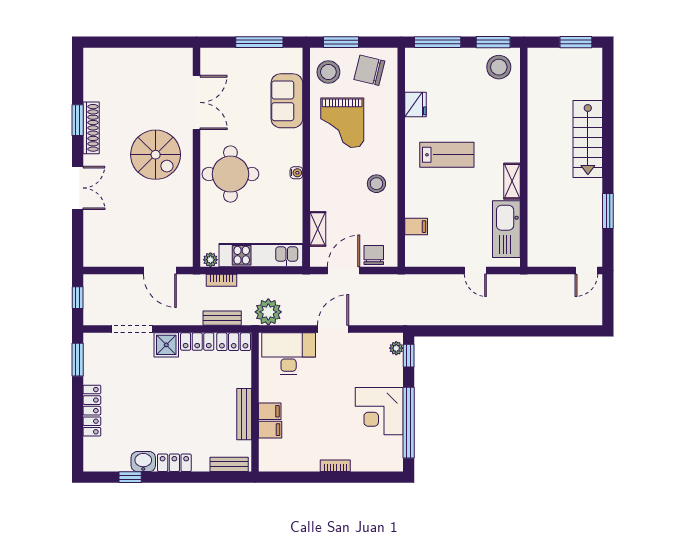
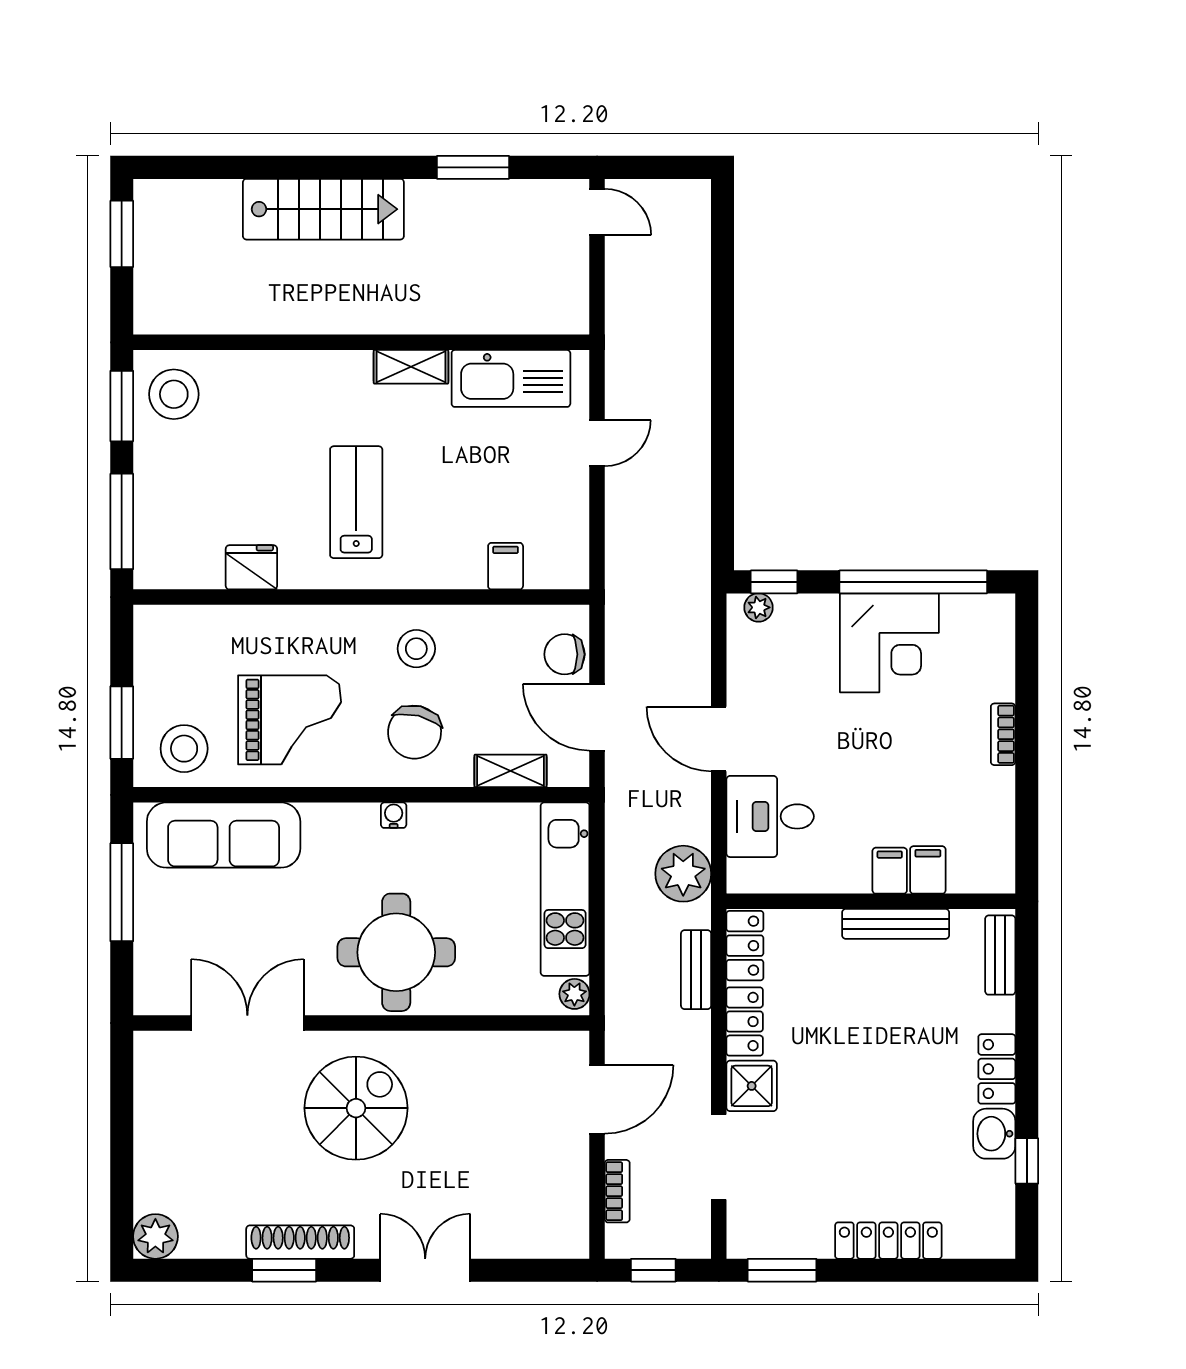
plant: (94, 58) -> (155, 1236), added
chair: (369, 70) -> (415, 732), moved
sofa: (287, 101) -> (224, 835), width x1.36
bookcase: (222, 280) -> (617, 1191), moved
desk: (289, 354) -> (770, 816), width x0.73

